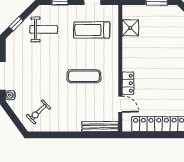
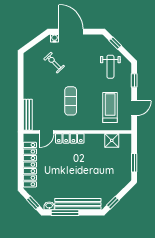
locker: (128, 83) -> (70, 138), width x1.53
exercise bike: (38, 112) -> (54, 63), moved

